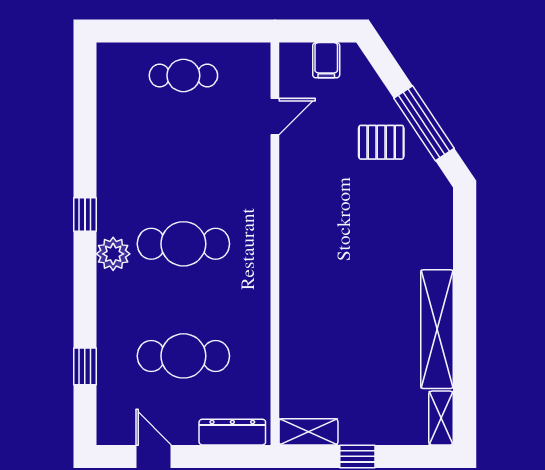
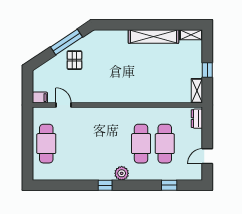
filing cabinet: (326, 60) -> (40, 98), moved
cafe table: (183, 75) -> (46, 144), width x1.37, depth x1.35
cafe table: (183, 244) -> (141, 144), moved
dresser: (232, 432) -> (197, 119), width x0.70

